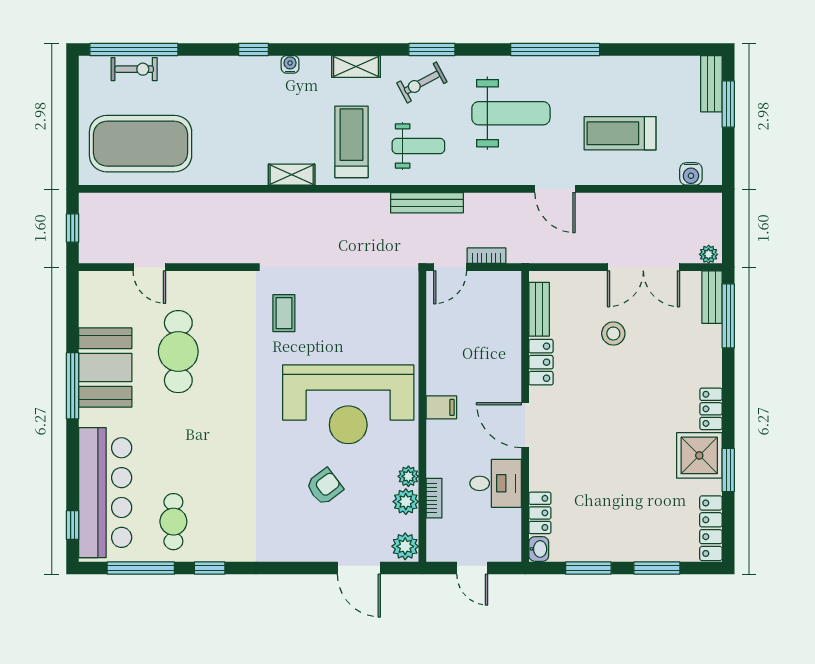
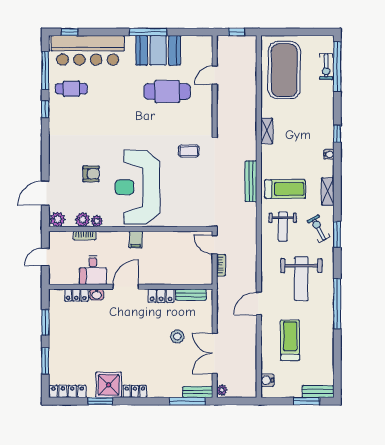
shelving: (292, 175) -> (267, 131), moved
bench: (427, 203) -> (251, 181), moved
armchair: (324, 487) -> (91, 174), turned -53
washbasin: (539, 549) -> (97, 294), moved

